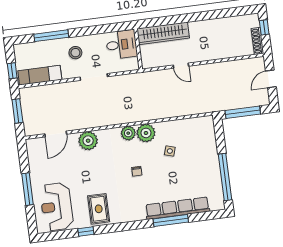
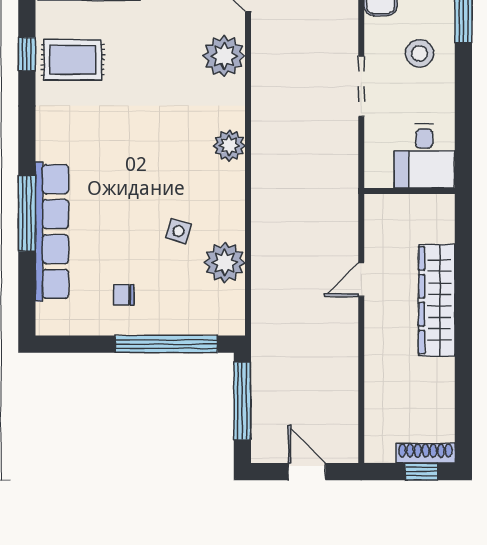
wardrobe: (163, 33) -> (437, 300), moved
shoe rack: (257, 41) -> (425, 453), moved
plant: (146, 133) -> (225, 262), moved
chair: (137, 171) -> (124, 295), moved
window: (225, 177) -> (166, 344), moved
window: (86, 232) -> (27, 54), moved

